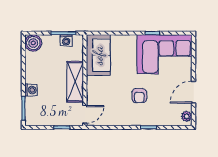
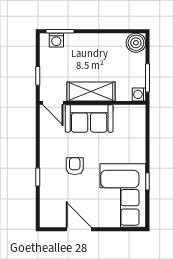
washing machine: (66, 40) -> (139, 94), moved
sofa: (98, 55) -> (89, 118), moved
washing machine: (31, 90) -> (56, 40), moved
armchair: (139, 96) -> (75, 166), turned 90
plant: (187, 116) -> (51, 221), removed

